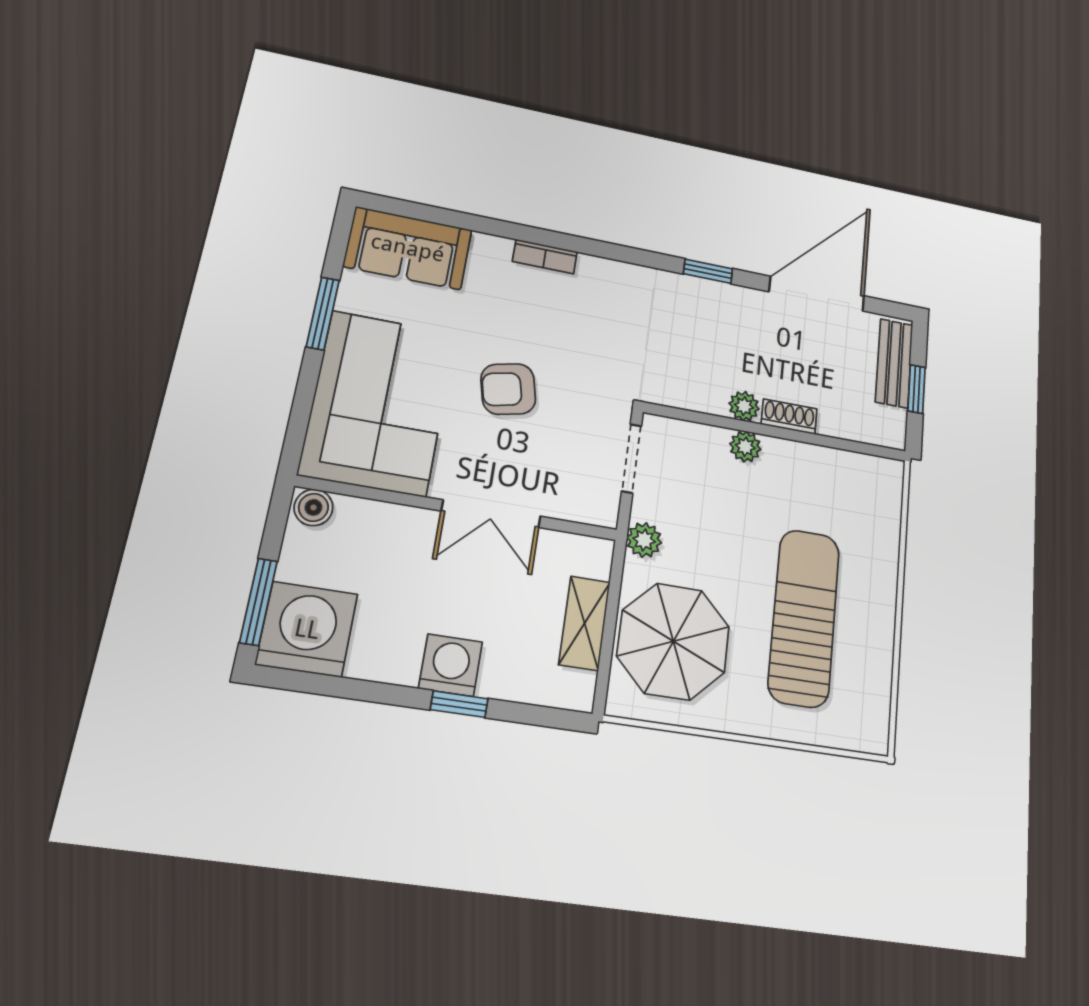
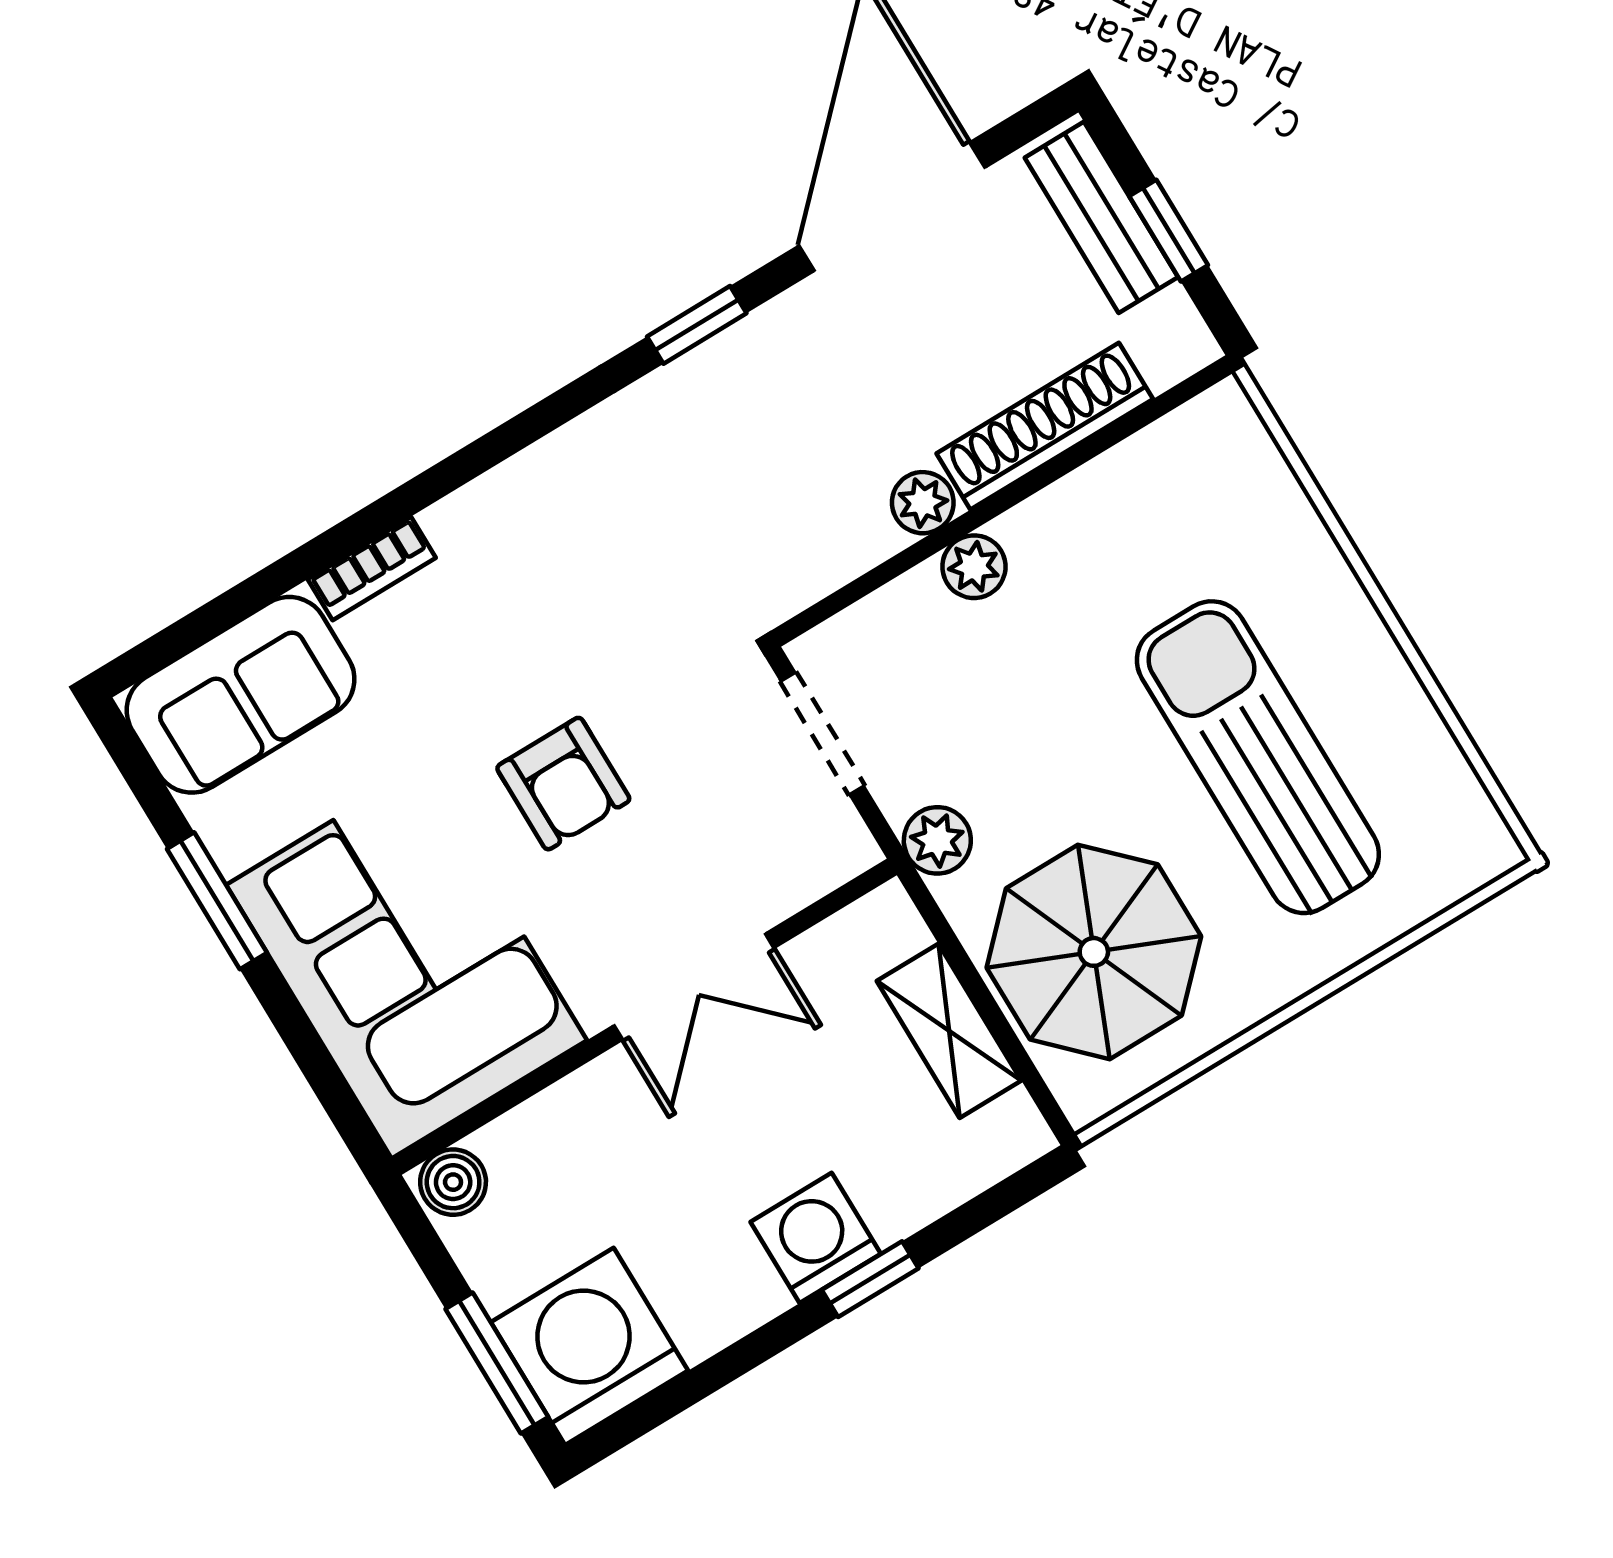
bookcase: (545, 256) -> (372, 569), moved
armchair: (508, 389) -> (563, 784), turned -77
shoe rack: (789, 417) -> (1045, 426), width x1.94, depth x1.24

